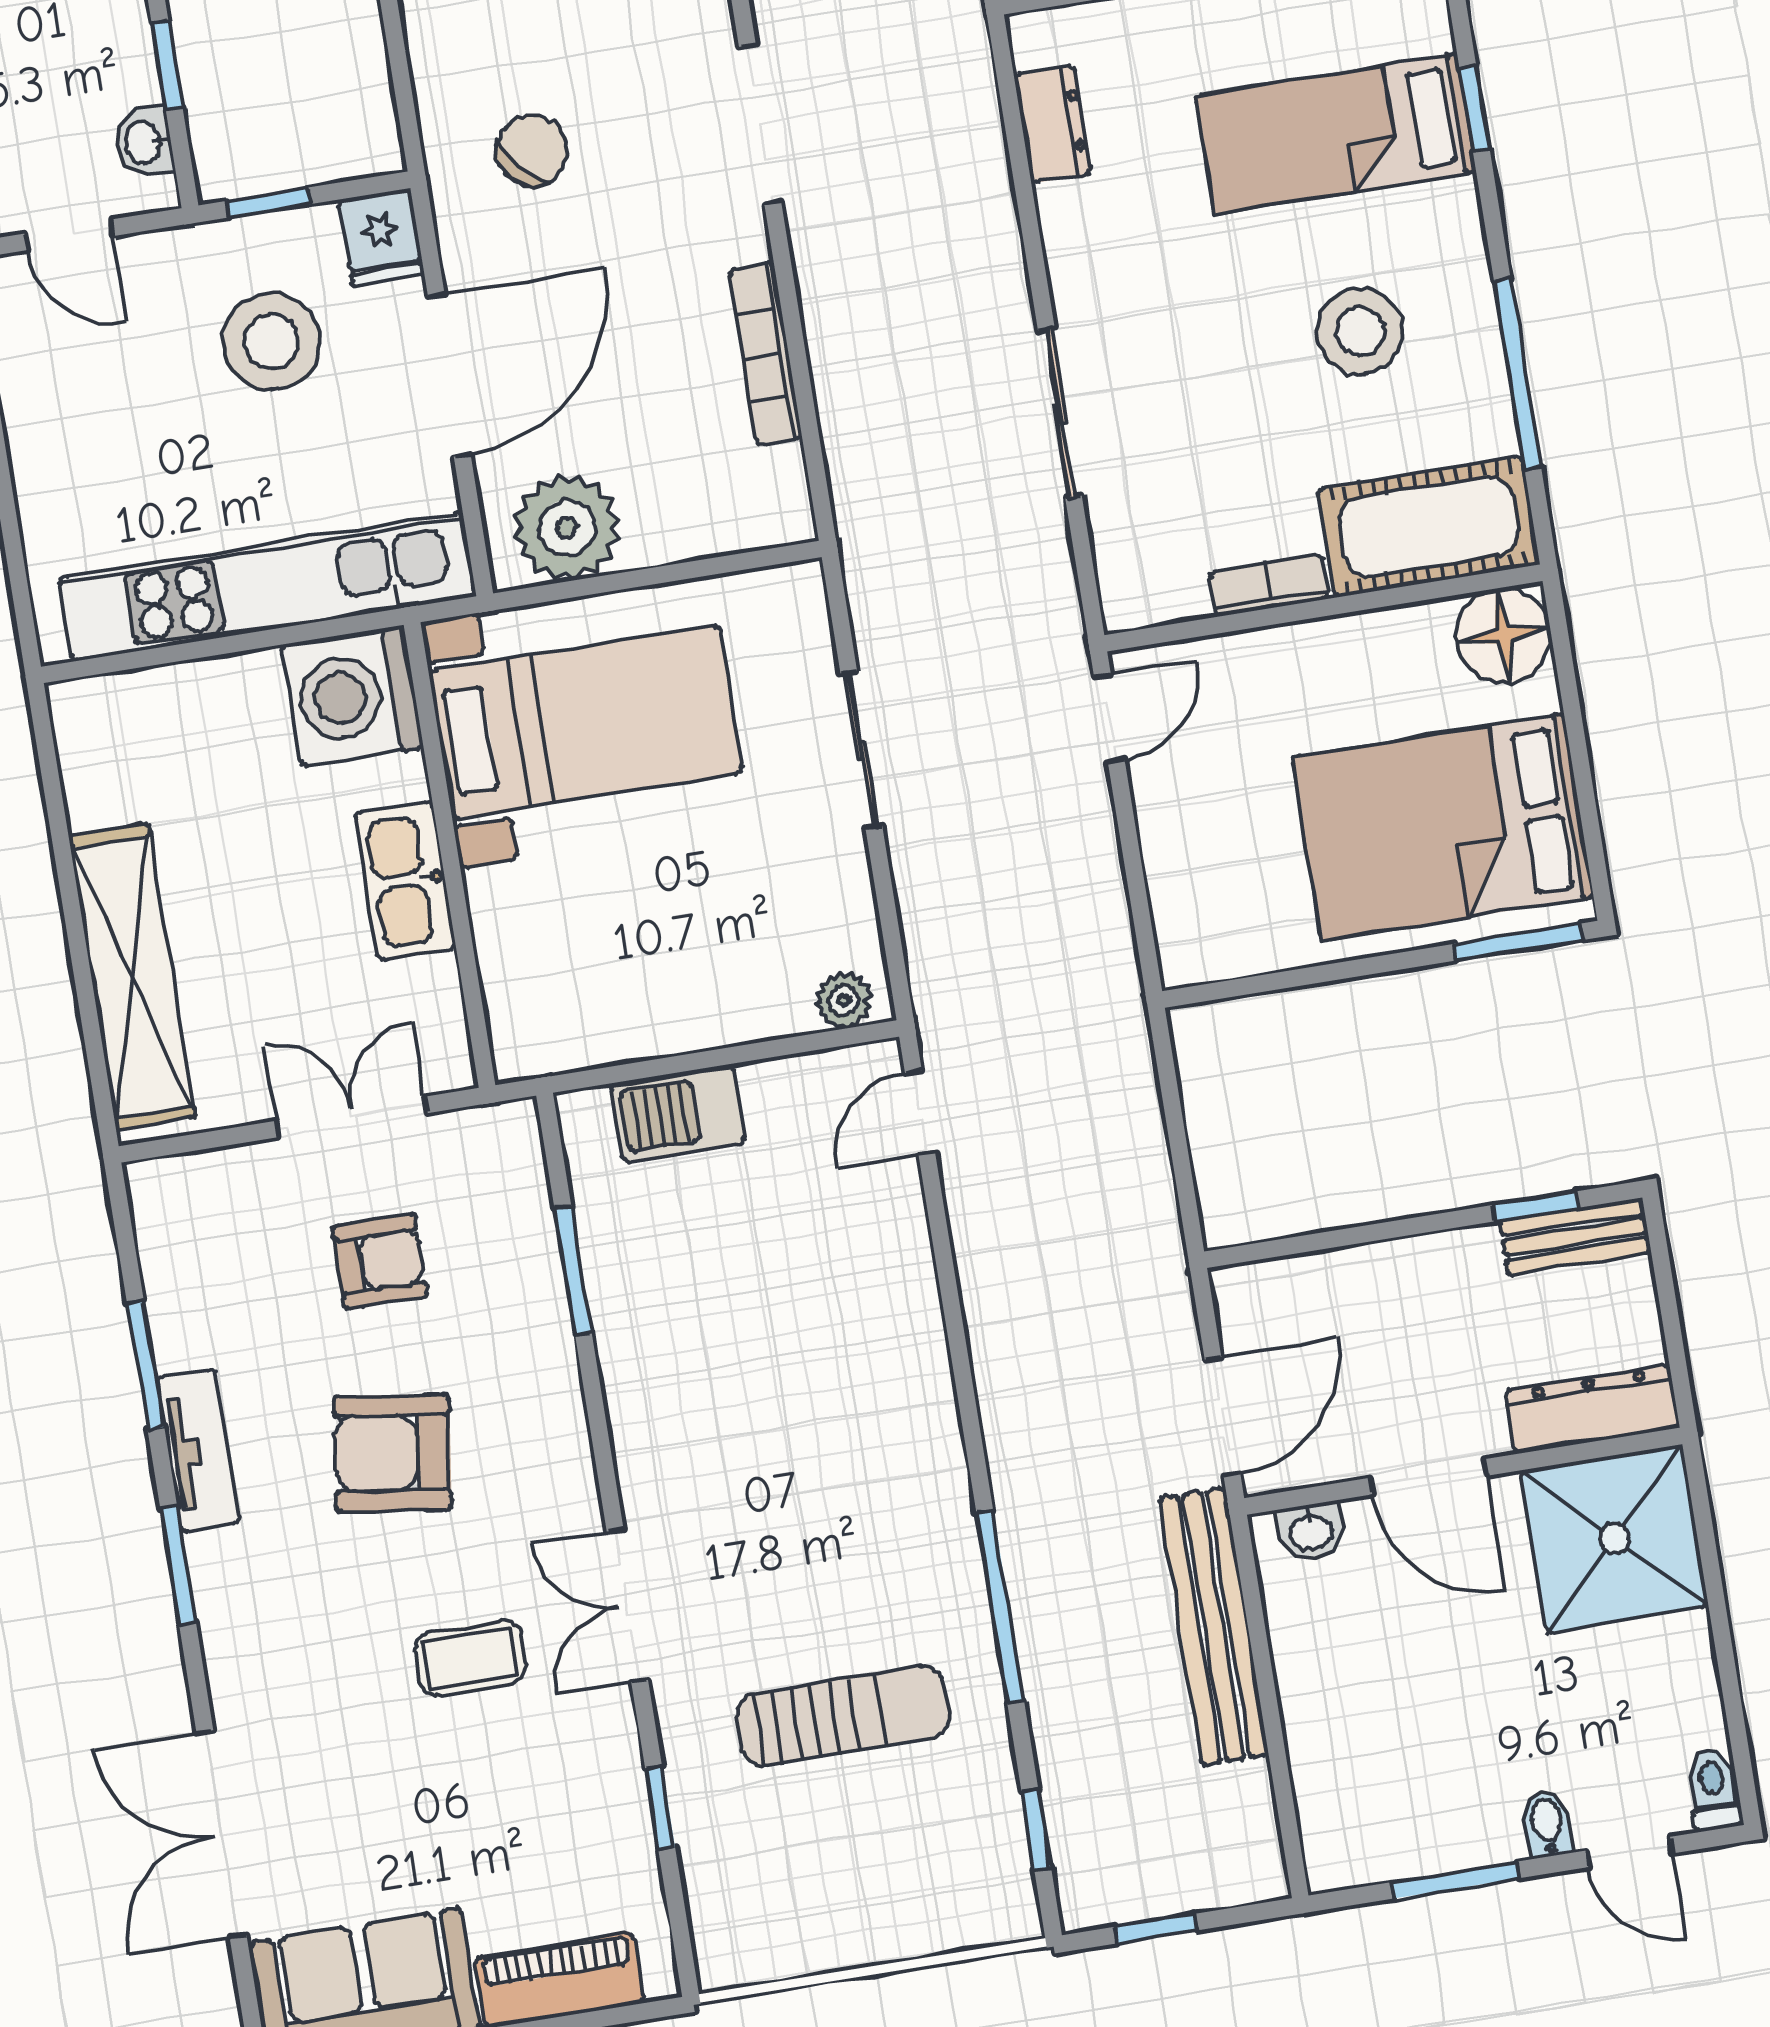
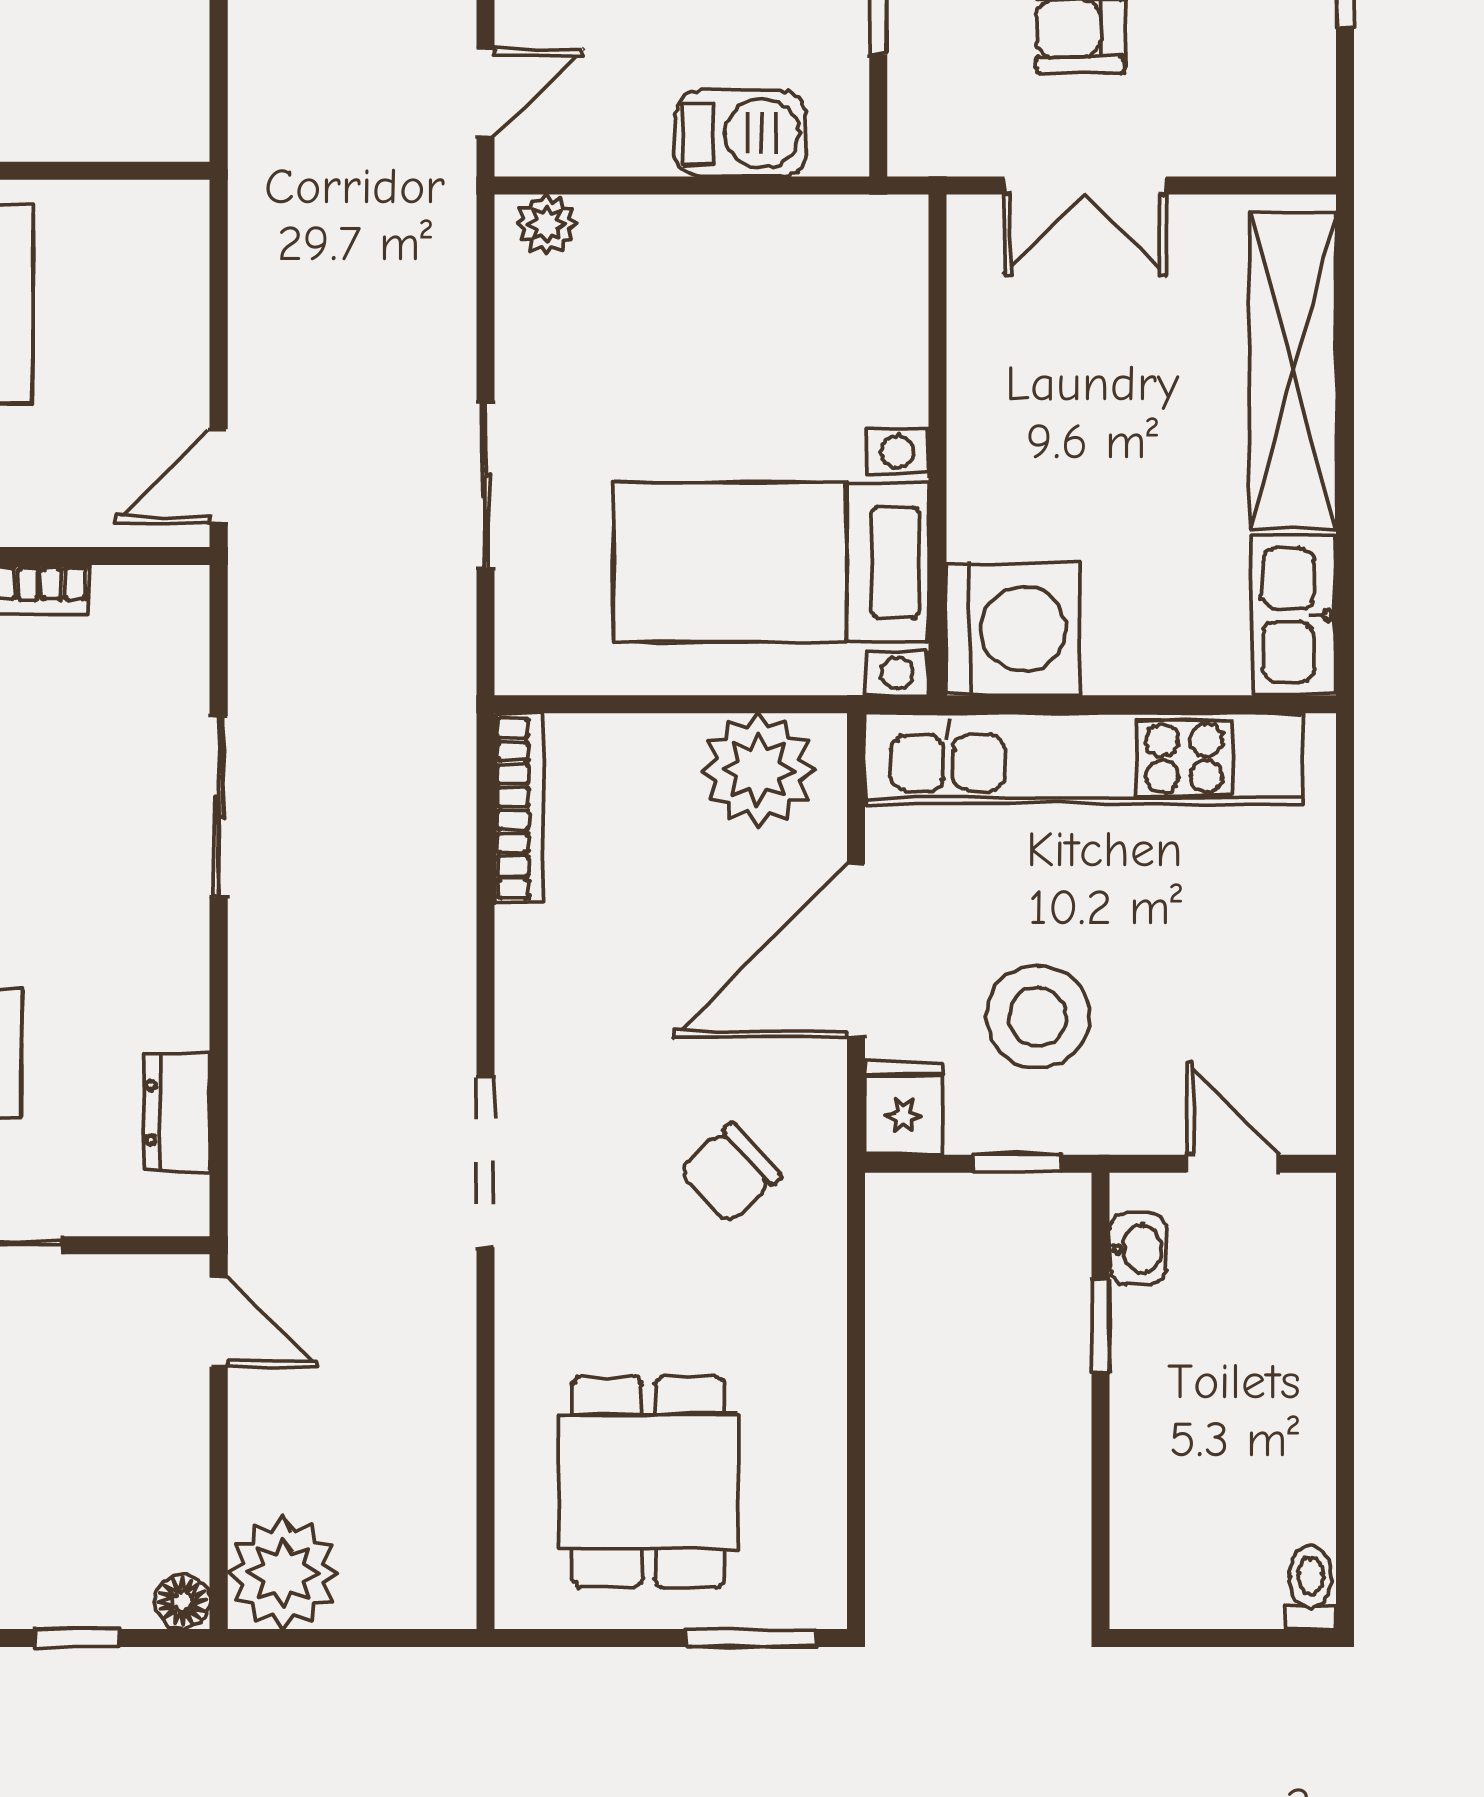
bookcase: (766, 354) -> (519, 809), moved
kitchen sink: (405, 881) -> (1294, 615), moved, turned 180

